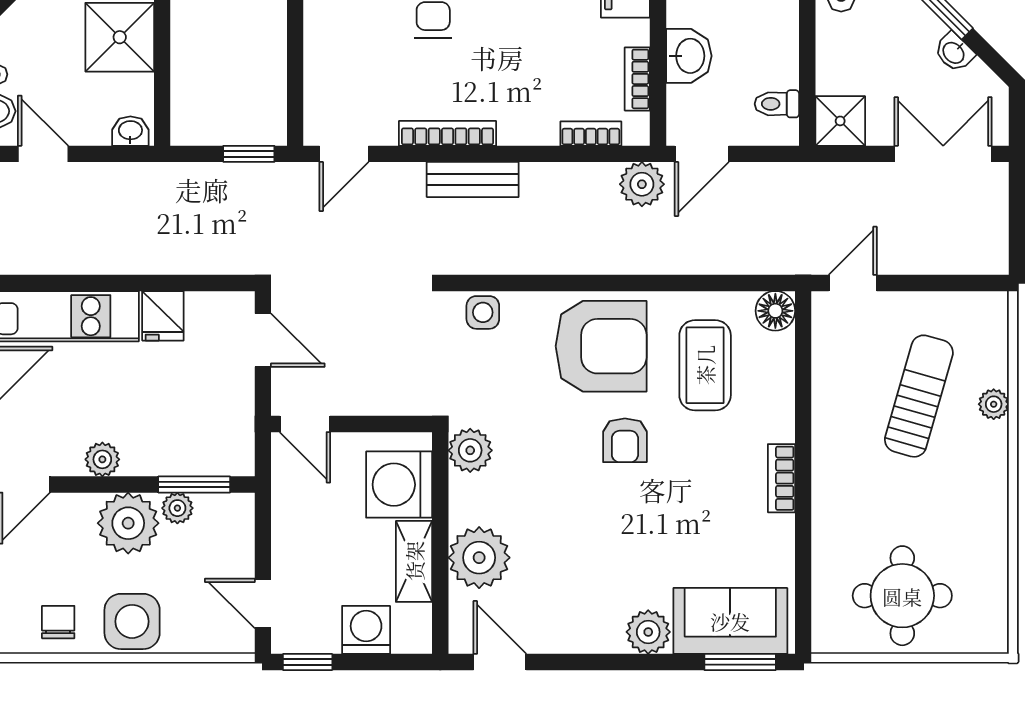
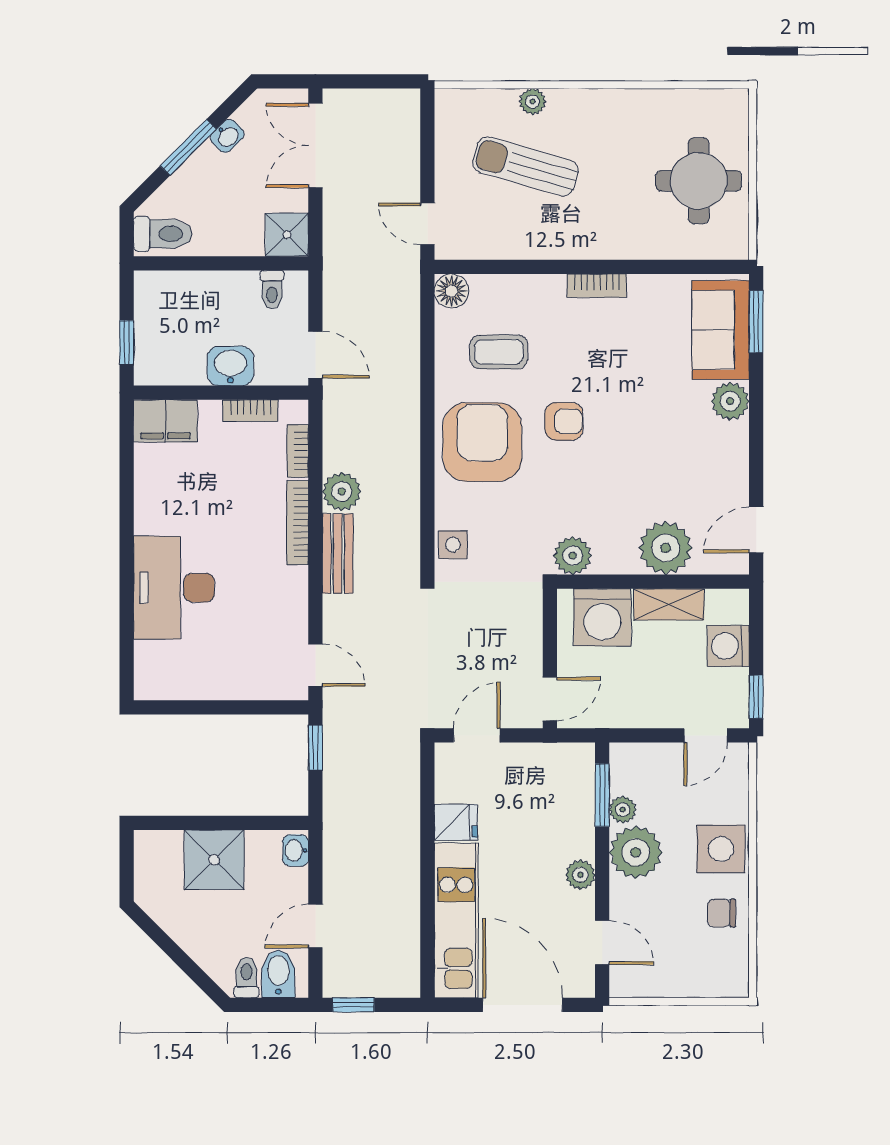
bookcase: (448, 133) -> (298, 523), moved
plant: (642, 184) -> (342, 492), moved
coffee table: (705, 365) -> (499, 352), width x0.73, depth x0.77

